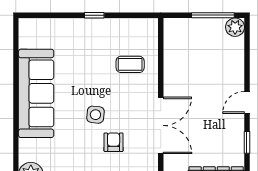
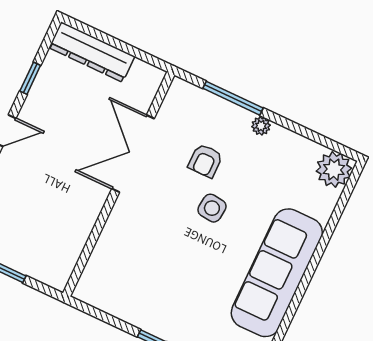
coffee table: (130, 64) -> (135, 253), removed

